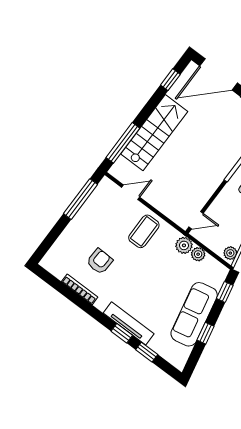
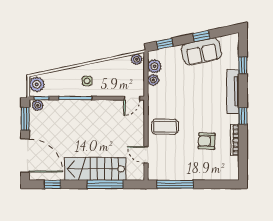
window: (123, 143) -> (105, 184), moved
door: (196, 220) -> (132, 98), swing flipped
plant: (184, 245) -> (154, 66), moved
sofa: (194, 314) -> (201, 51), width x0.73
window: (122, 333) -> (243, 116), moved

